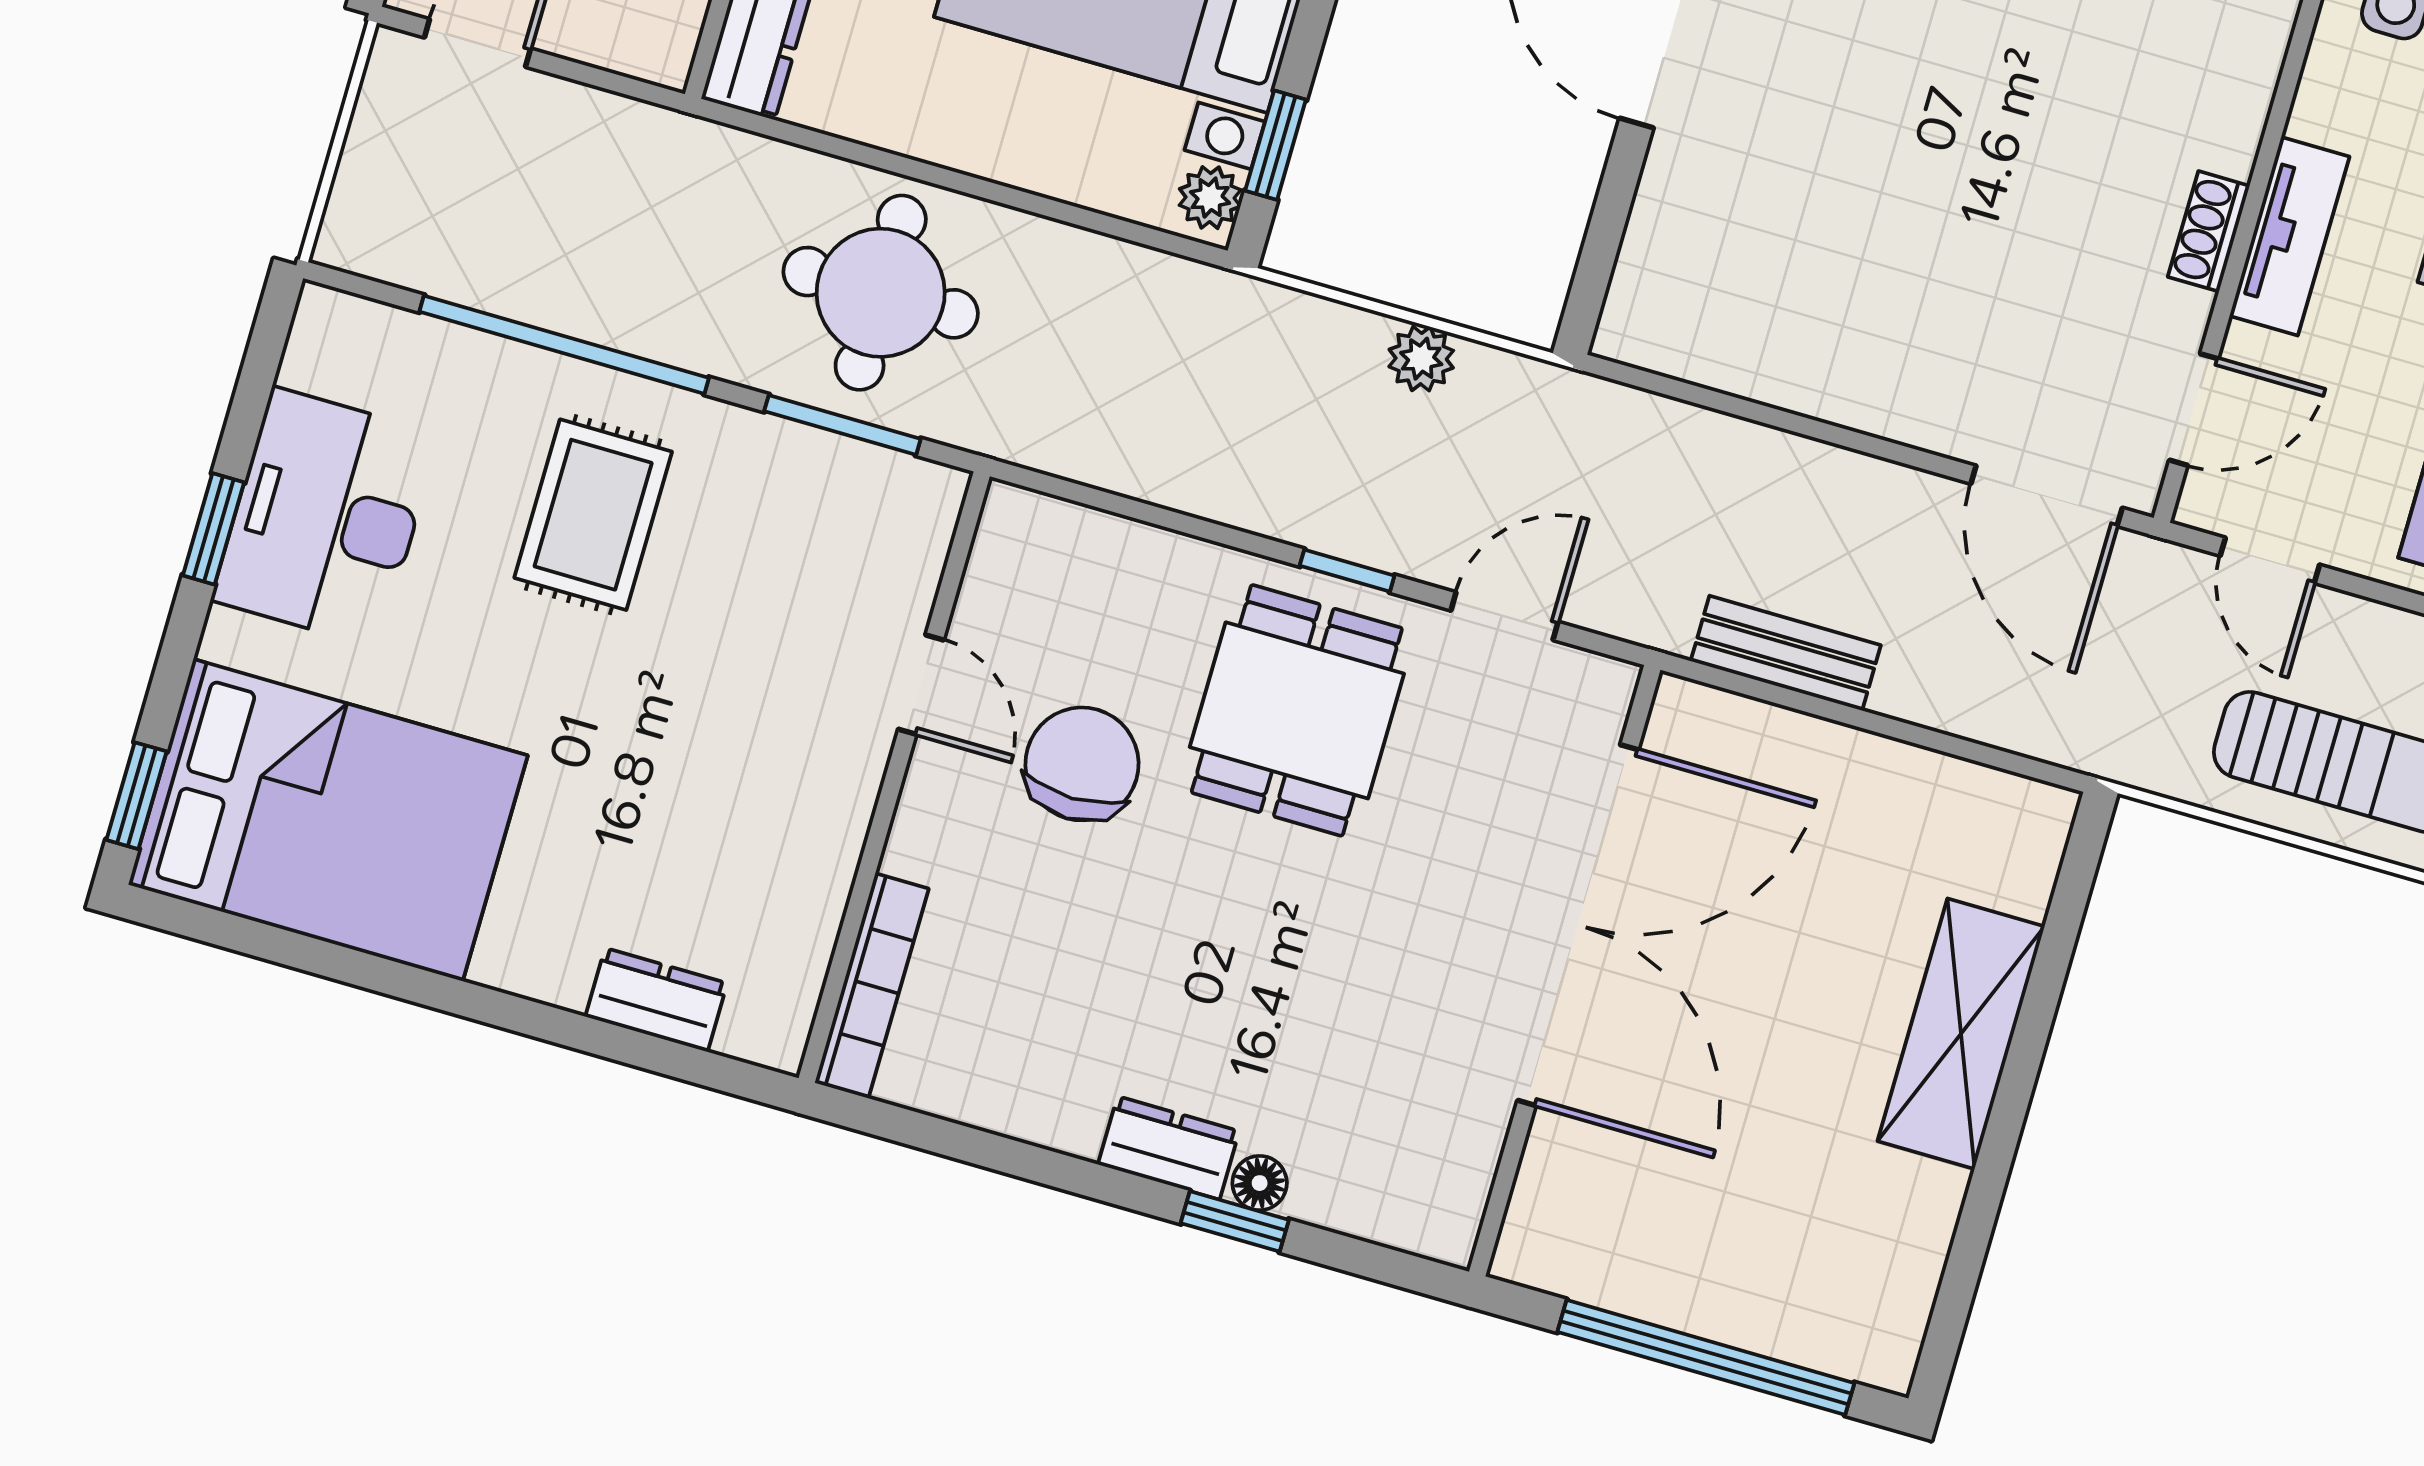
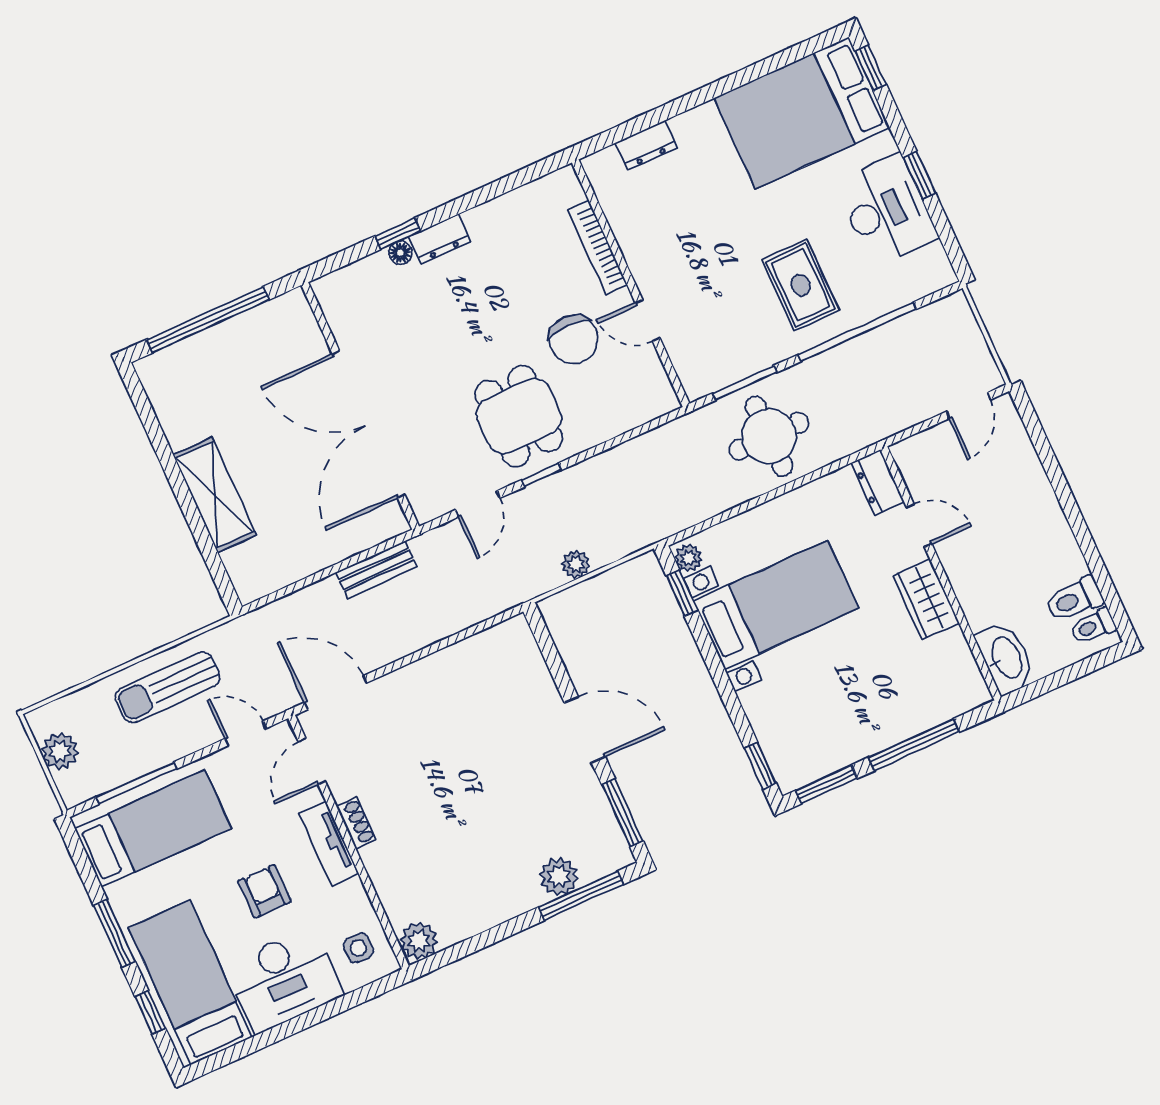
bookcase: (872, 986) -> (597, 247), moved

